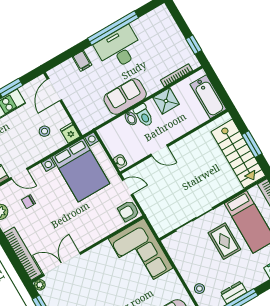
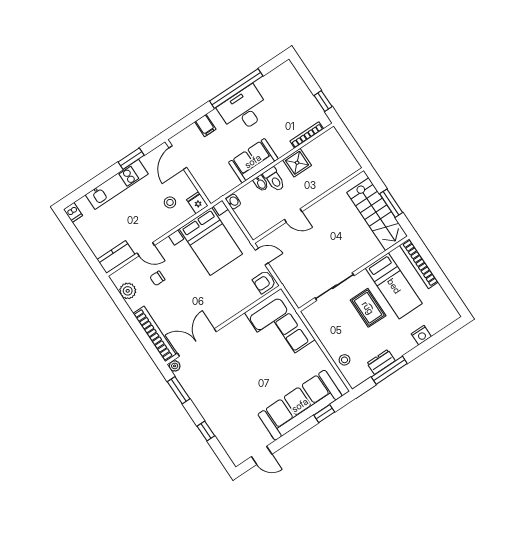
bathtub: (208, 97) -> (342, 156), removed
washbasin: (120, 161) -> (233, 202), moved

